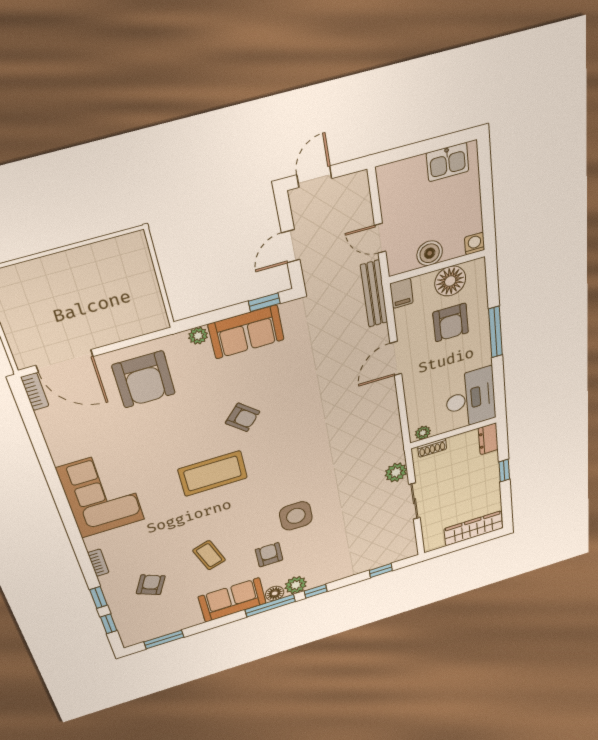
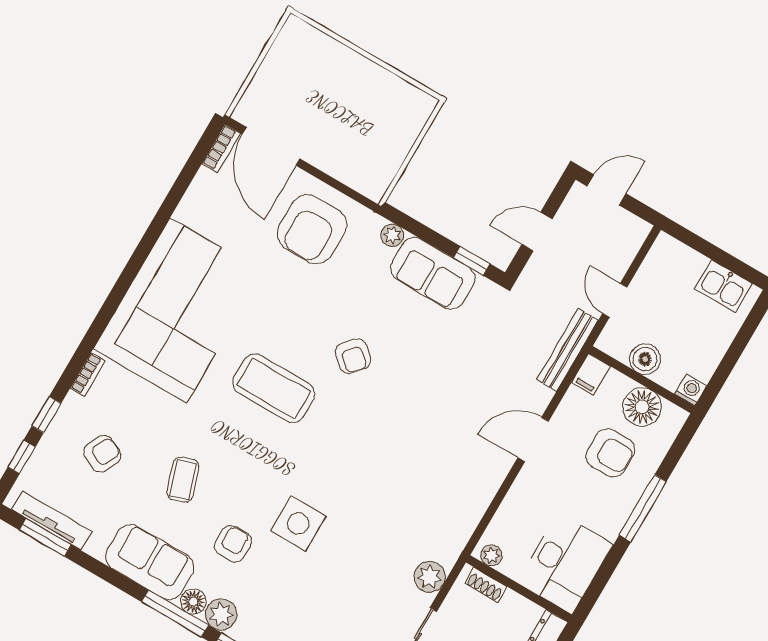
armchair: (451, 323) -> (610, 453), turned -90
corner sofa: (101, 494) -> (178, 310), width x1.36, depth x1.36
tv unit: (159, 631) -> (52, 521), added

